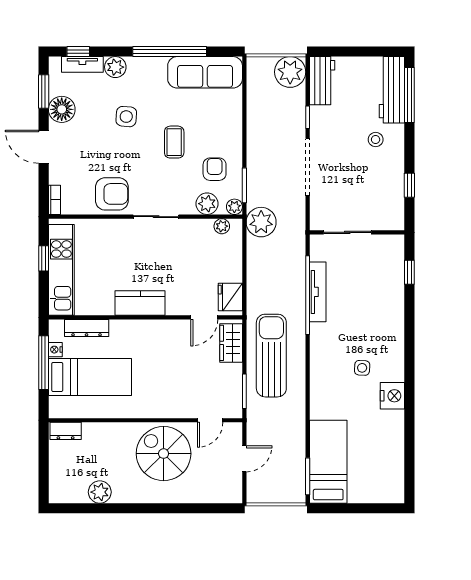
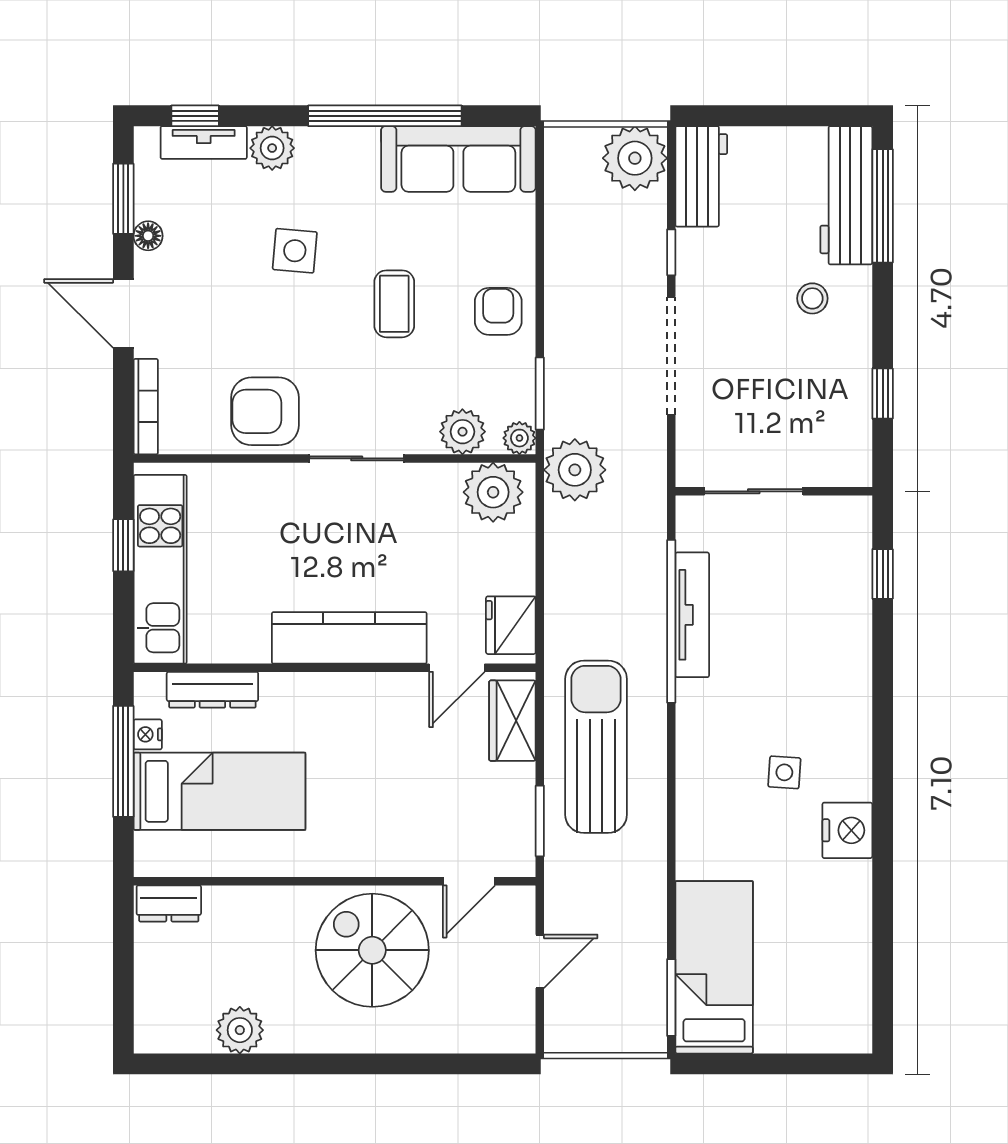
floor lamp: (62, 109) -> (148, 236), width x0.53, depth x0.53
armchair: (215, 169) -> (498, 311), moved
armchair: (112, 194) -> (265, 411), turned 180
bookcase: (54, 200) -> (146, 407), width x1.56
plant: (222, 226) -> (493, 492), width x1.88, depth x1.88
kitchen counter: (140, 303) -> (349, 638), width x1.50

